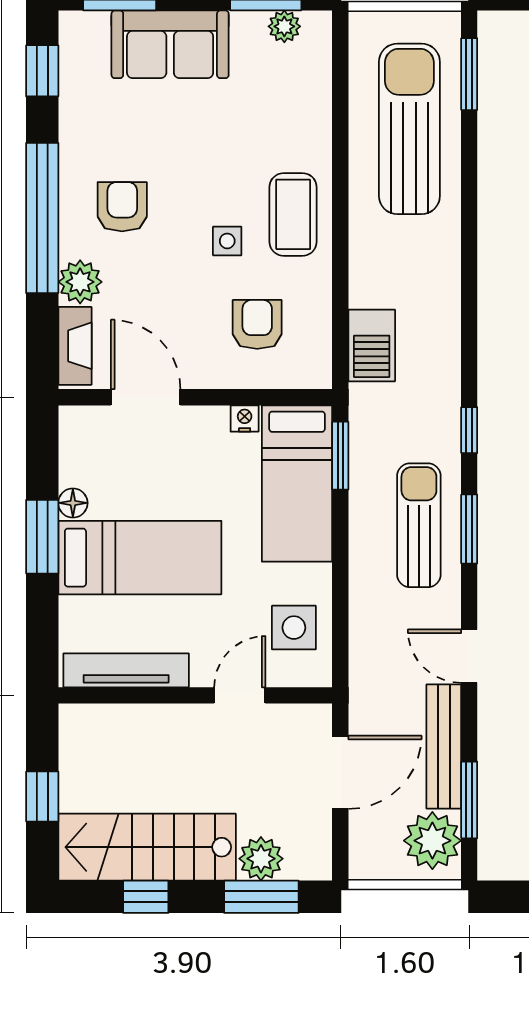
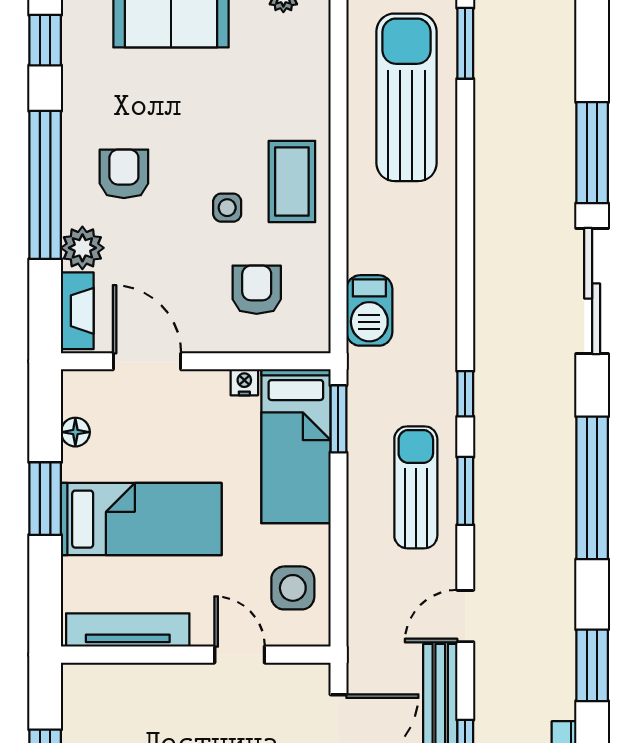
floor lamp: (73, 503) -> (75, 432), moved
door: (469, 656) -> (465, 616), hinge flipped
door: (240, 695) -> (240, 655), hinge flipped

